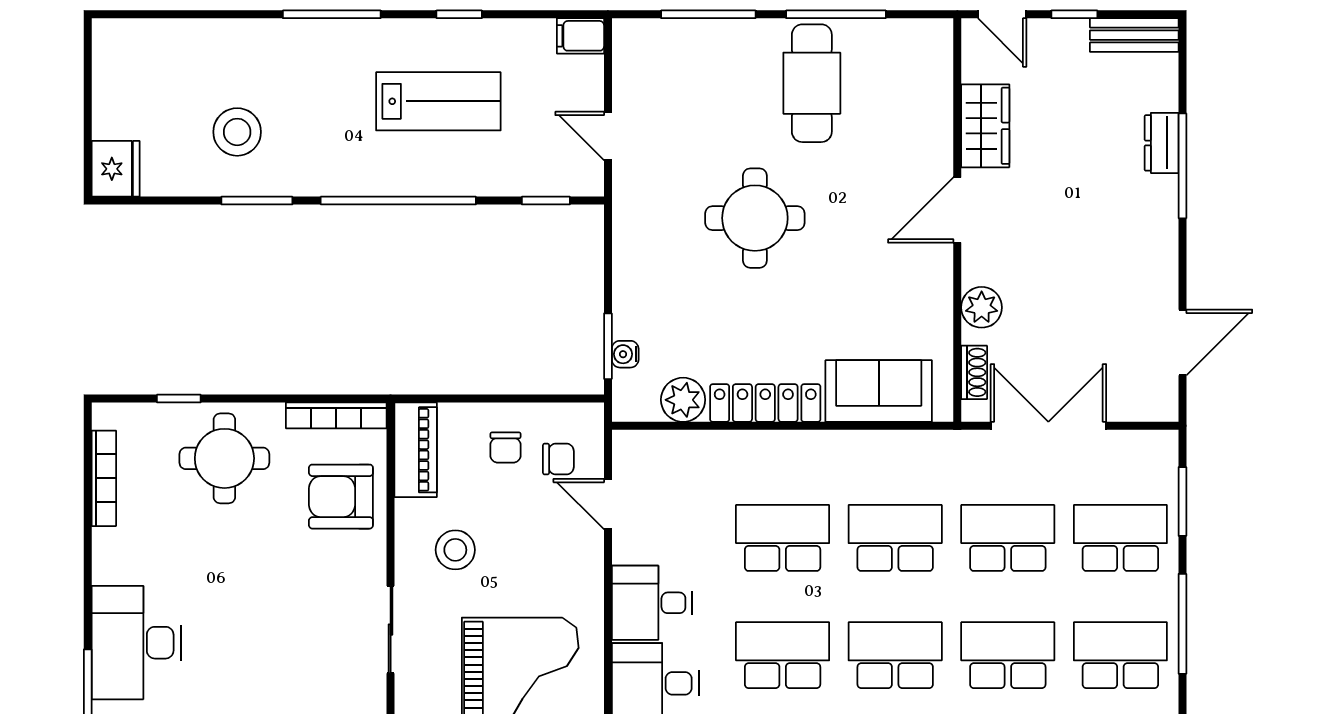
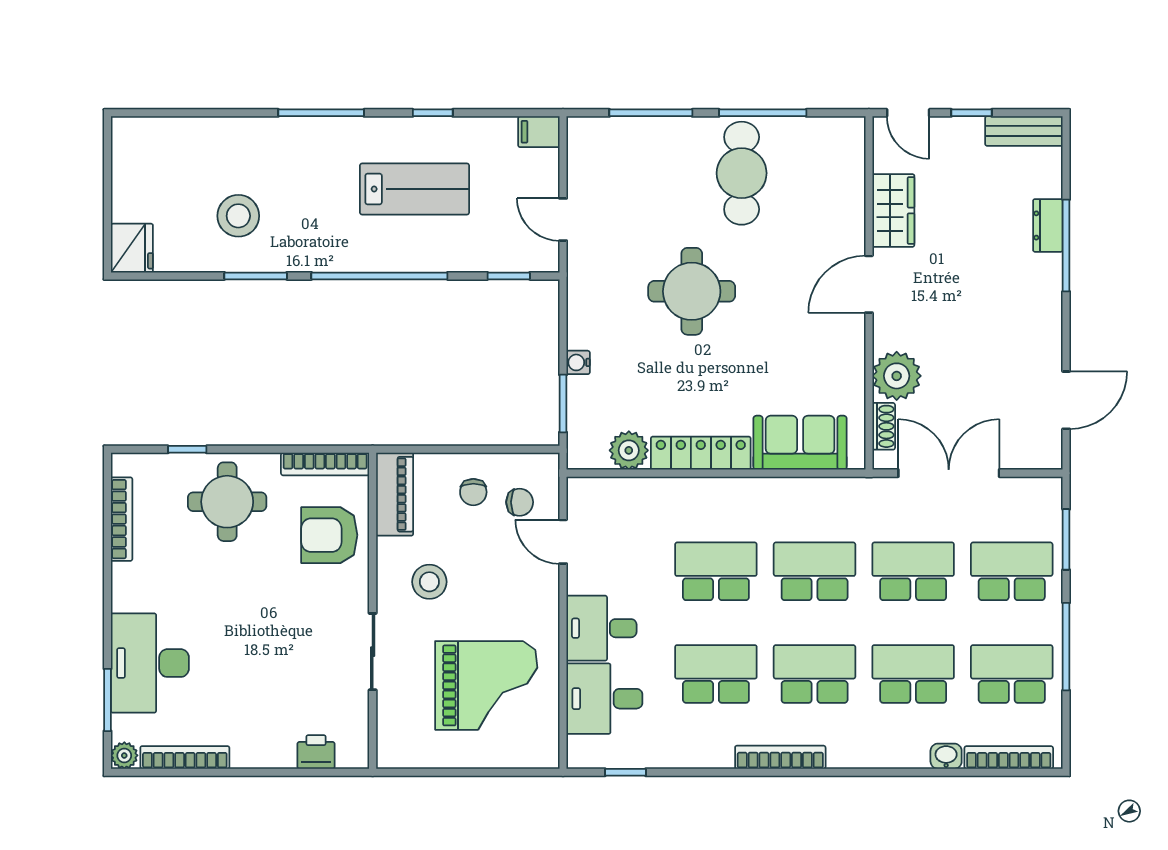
plant: (982, 307) -> (897, 376), width x1.36, depth x1.36
water cooler: (625, 354) -> (578, 362), moved

